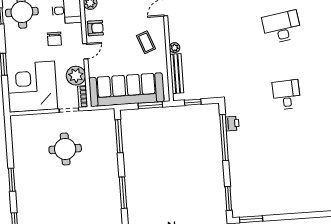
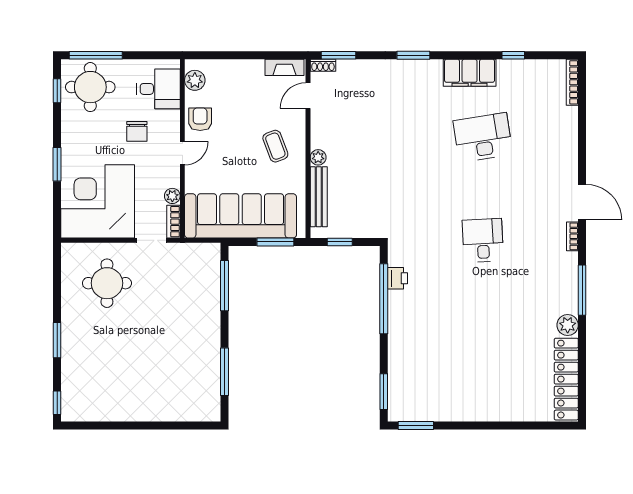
armchair: (95, 28) -> (200, 119), turned -90
plant: (76, 76) -> (172, 196), width x0.53, depth x0.53
round table: (65, 149) -> (107, 283), moved

